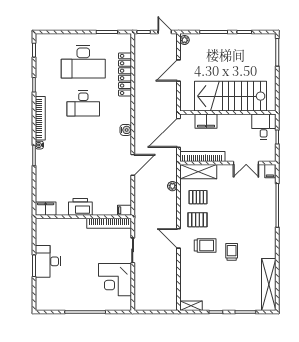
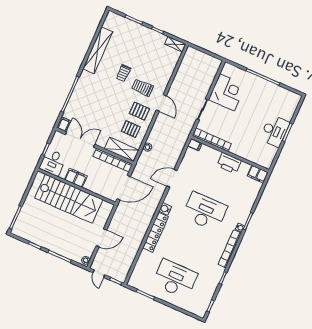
locker: (125, 74) -> (155, 232), moved
desk: (83, 104) -> (205, 212), moved, width x1.36, depth x1.30
filing cabinet: (206, 121) -> (76, 178), moved
double door: (246, 163) -> (80, 139), width x1.37
shelving: (269, 285) -> (98, 50), moved

